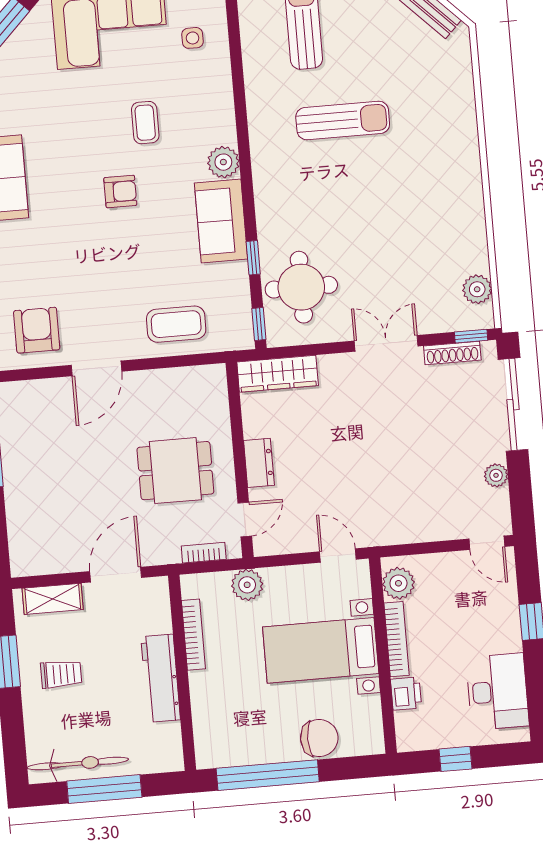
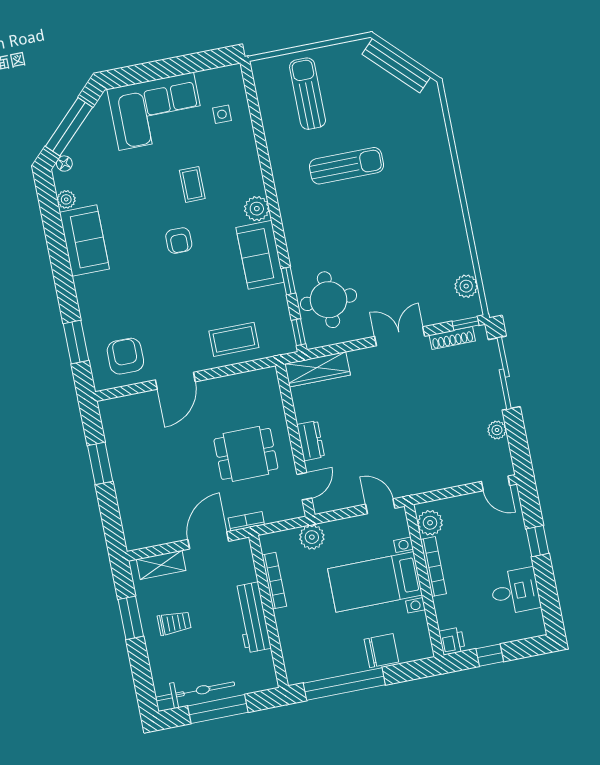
armchair: (120, 192) -> (179, 241), turned 90
bookcase: (204, 553) -> (246, 521), moved
desk: (497, 692) -> (515, 591), width x0.73
printer: (406, 694) -> (452, 641), moved

